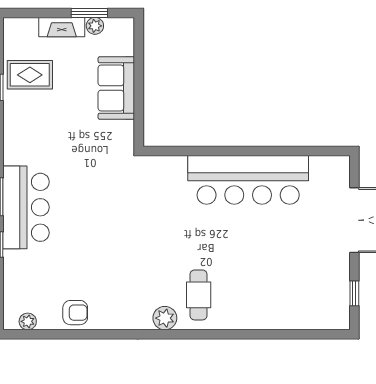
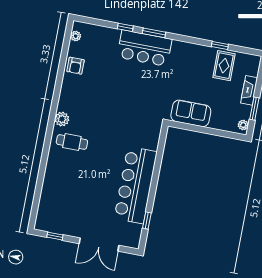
plant: (95, 26) -> (243, 125), moved
sofa: (116, 88) -> (191, 113), moved
window: (301, 151) -> (147, 220), added

